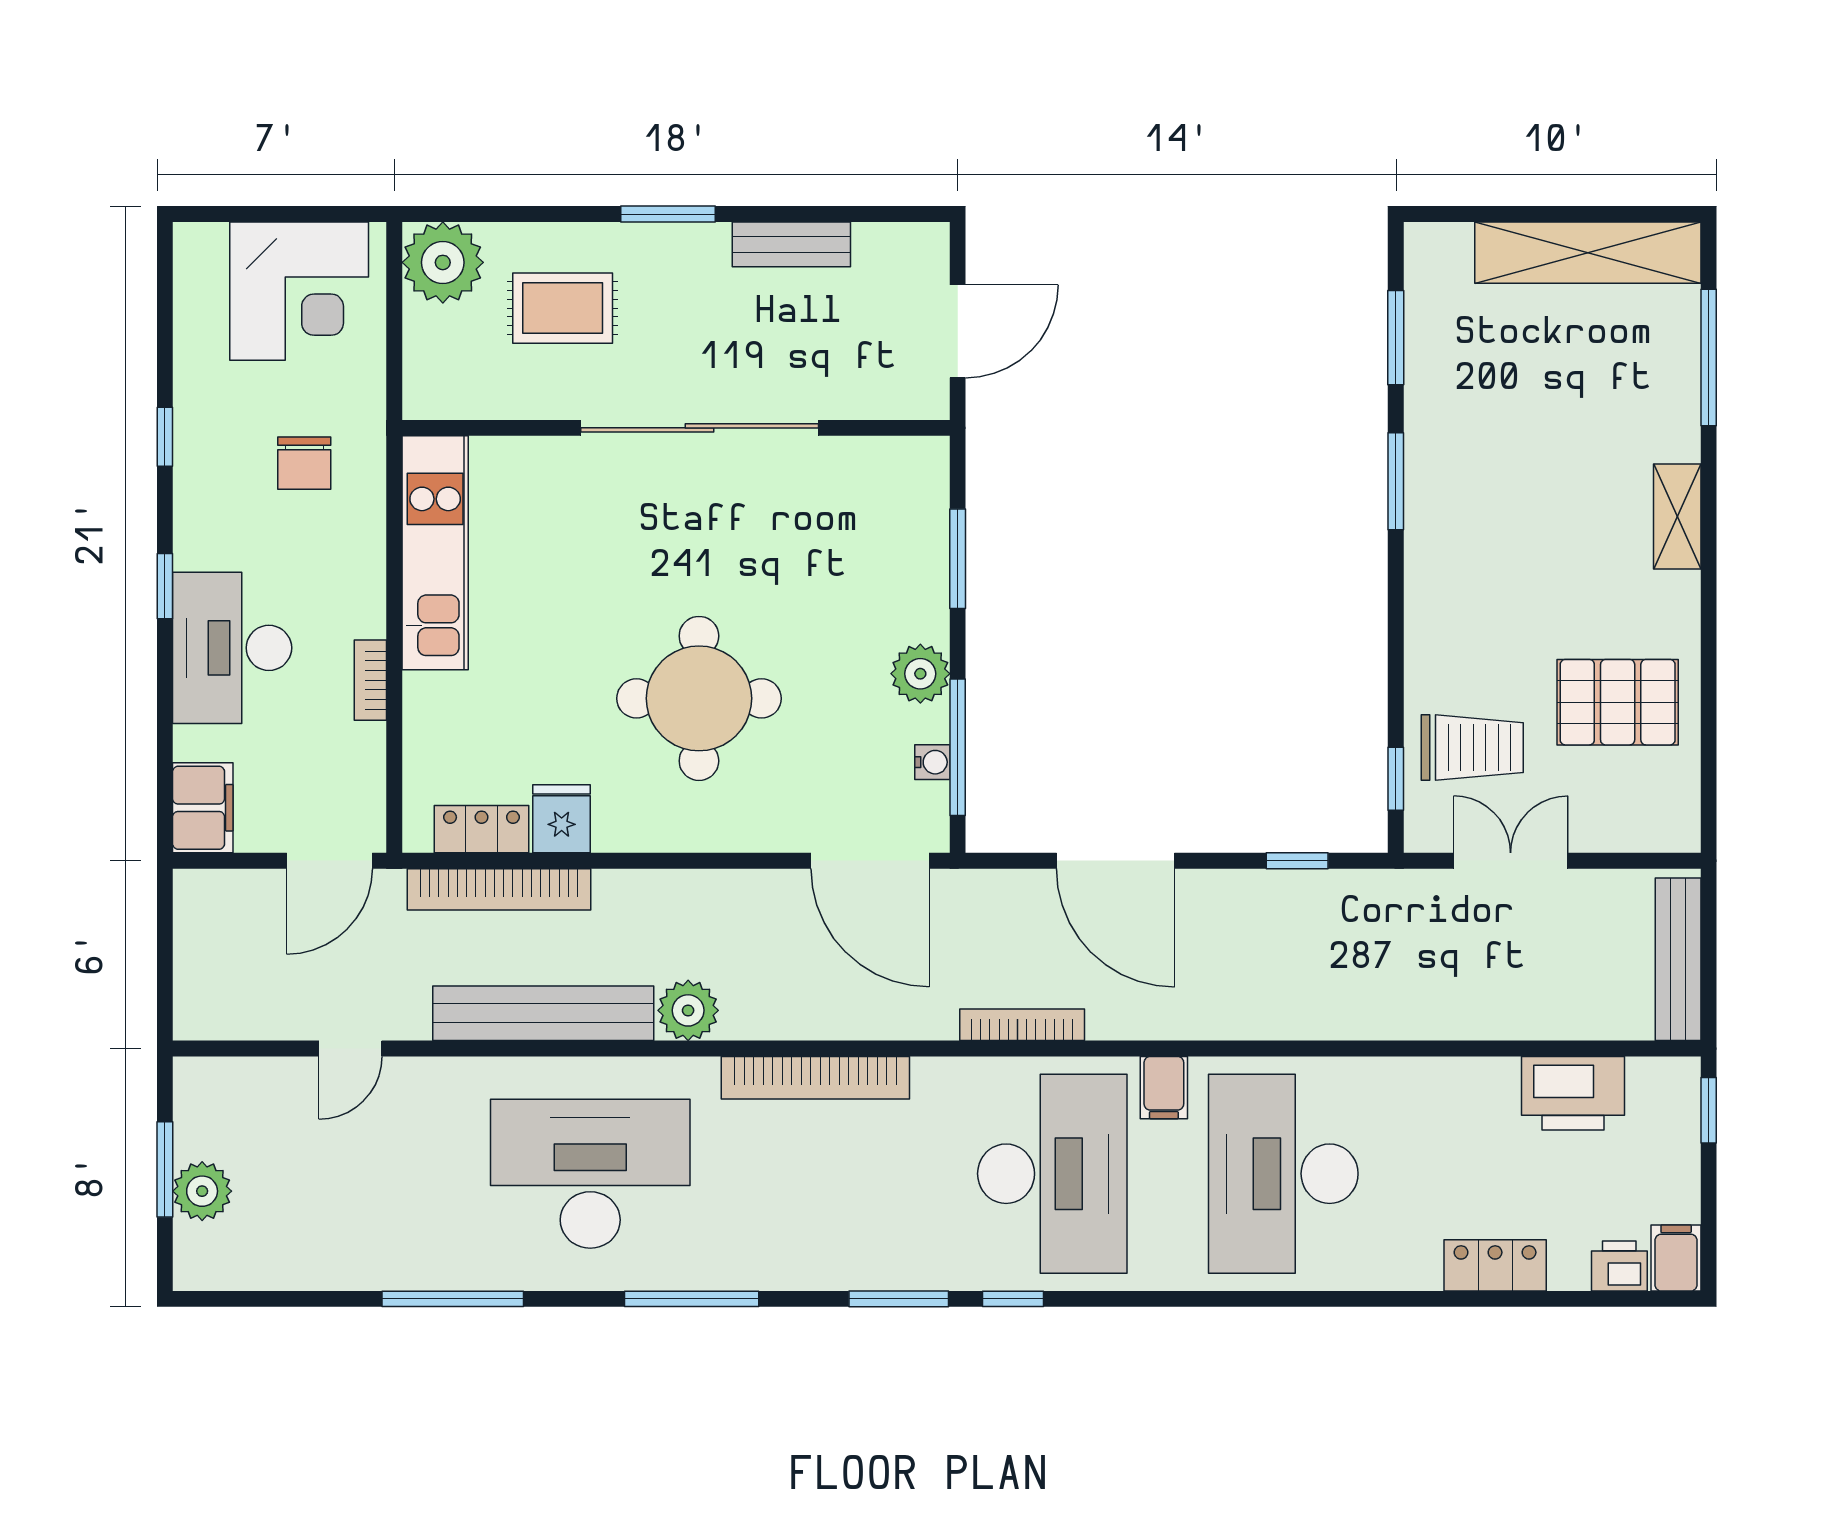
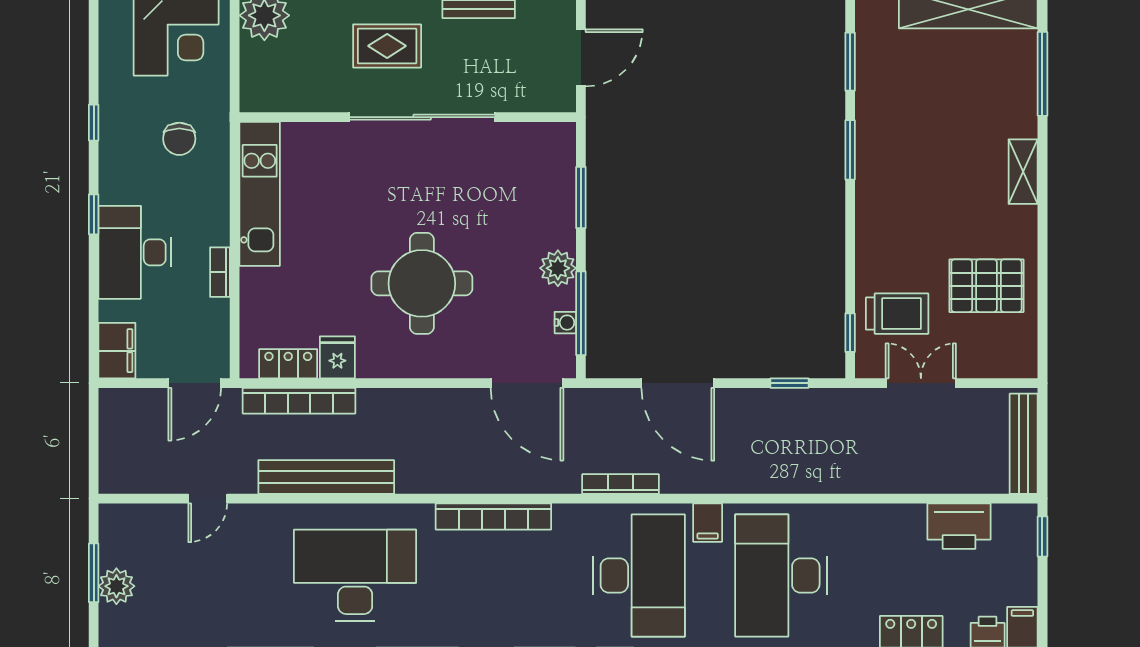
rug: (563, 308) -> (387, 46), moved
plant: (688, 1010) -> (415, 475), removed

